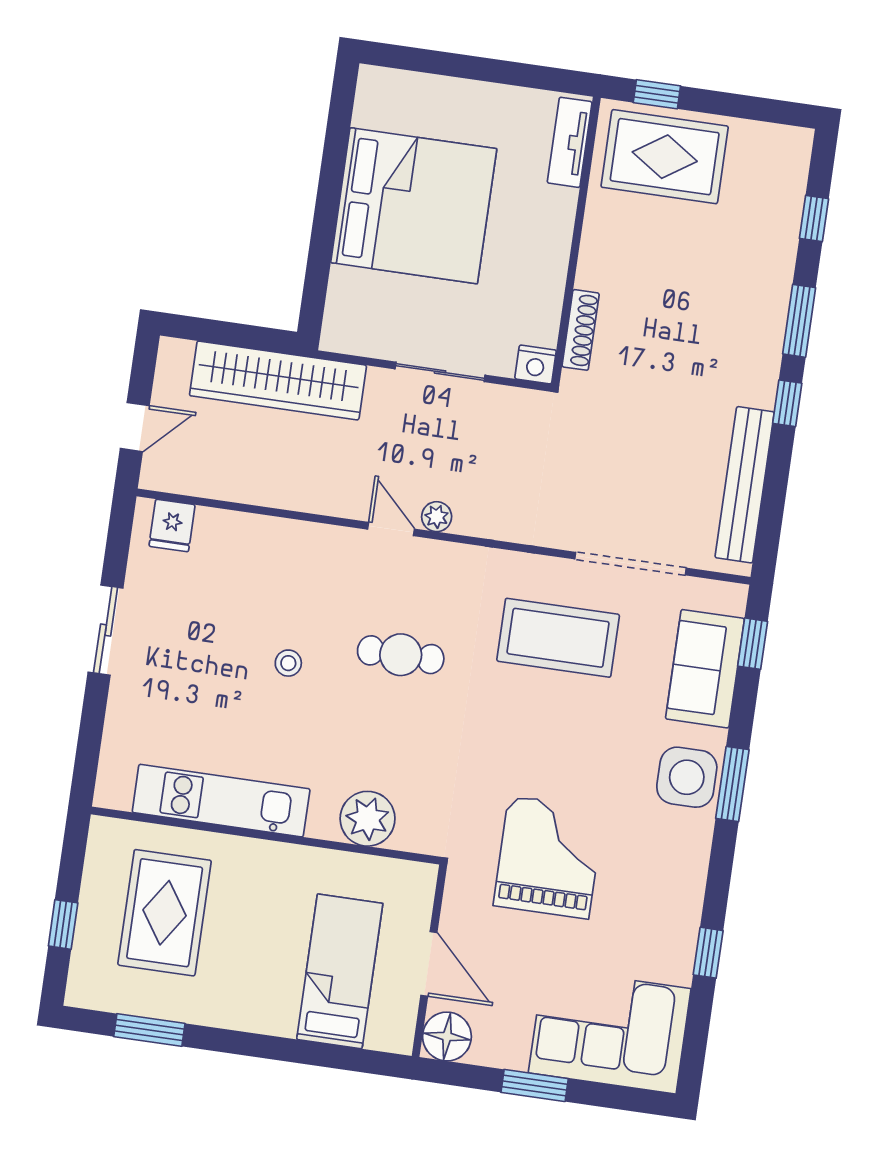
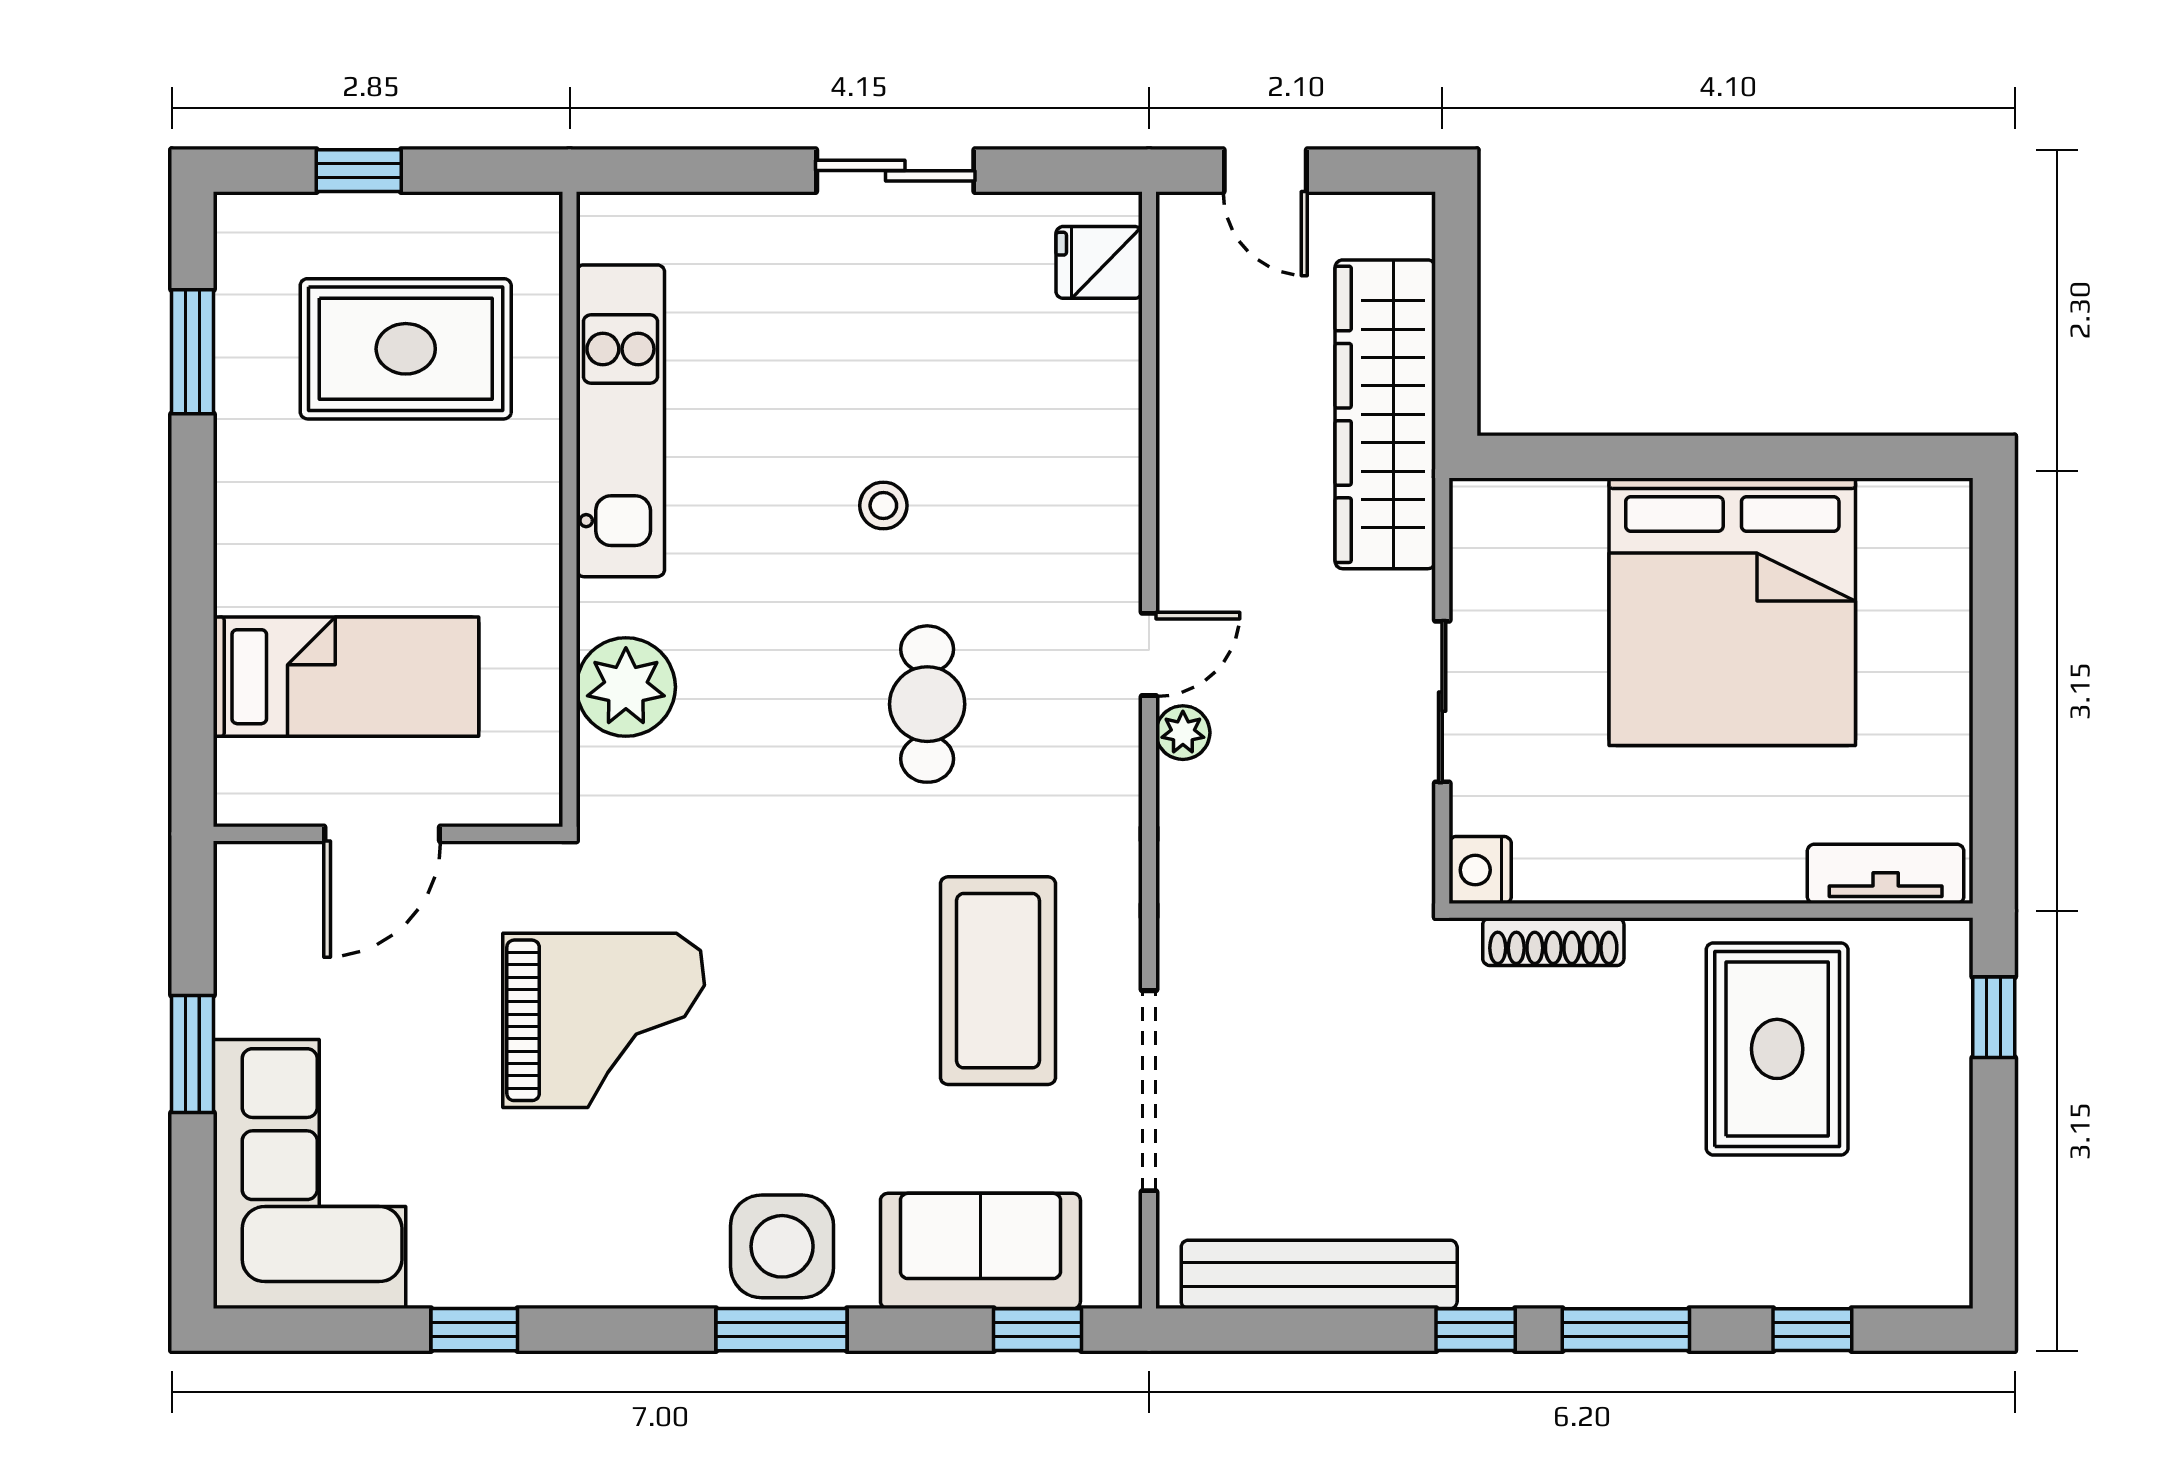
rug: (665, 157) -> (1777, 1049), moved
floor lamp: (447, 1036) -> (257, 885), removed

